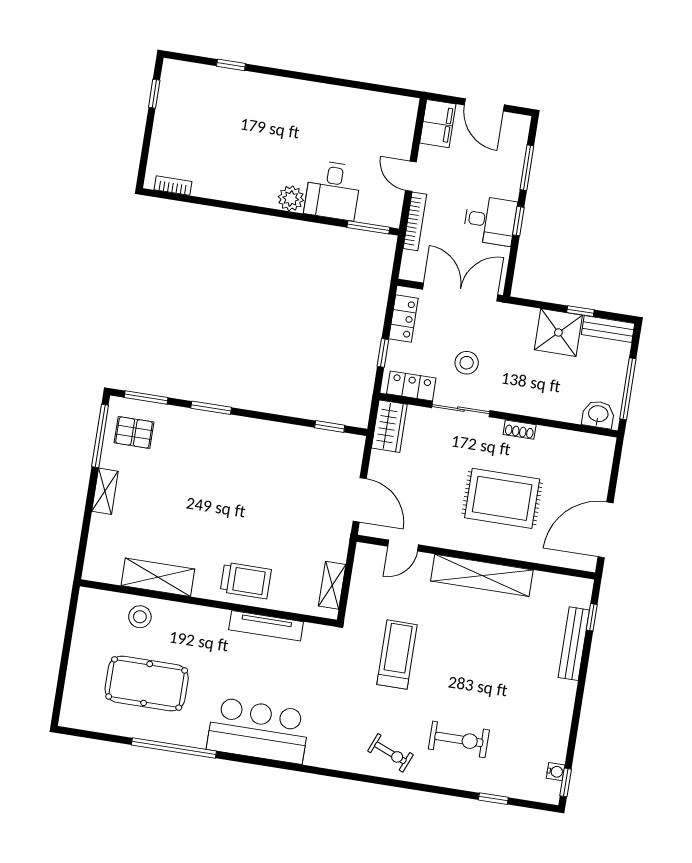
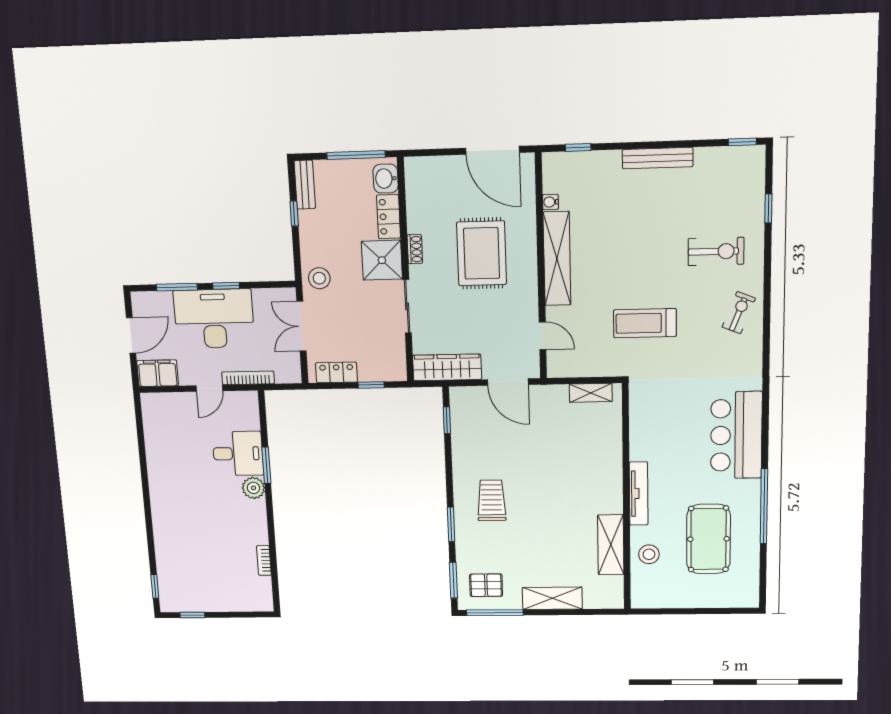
window: (231, 65) -> (155, 586), moved
bookcase: (173, 186) -> (264, 560), moved
desk: (490, 220) -> (214, 319), width x1.87, depth x1.30
window: (368, 227) -> (266, 465), moved
double door: (460, 292) -> (301, 326), width x0.73
shower: (558, 332) -> (382, 260), moved
stool: (467, 363) -> (319, 278), moved
locker: (411, 386) -> (389, 217), moved
wardrobe: (389, 426) -> (447, 367), width x1.50
pallet: (134, 432) -> (486, 585), turned 90
shelving: (105, 491) -> (552, 598), width x1.50, depth x1.33
door: (360, 500) -> (508, 382), swing flipped
trolley: (246, 581) -> (492, 500), moved
tv unit: (266, 626) -> (639, 494), moved
bench: (574, 644) -> (658, 158), moved
exercise bike: (459, 739) -> (716, 251), turned 90
water cooler: (556, 772) -> (550, 202), moved, turned -90

